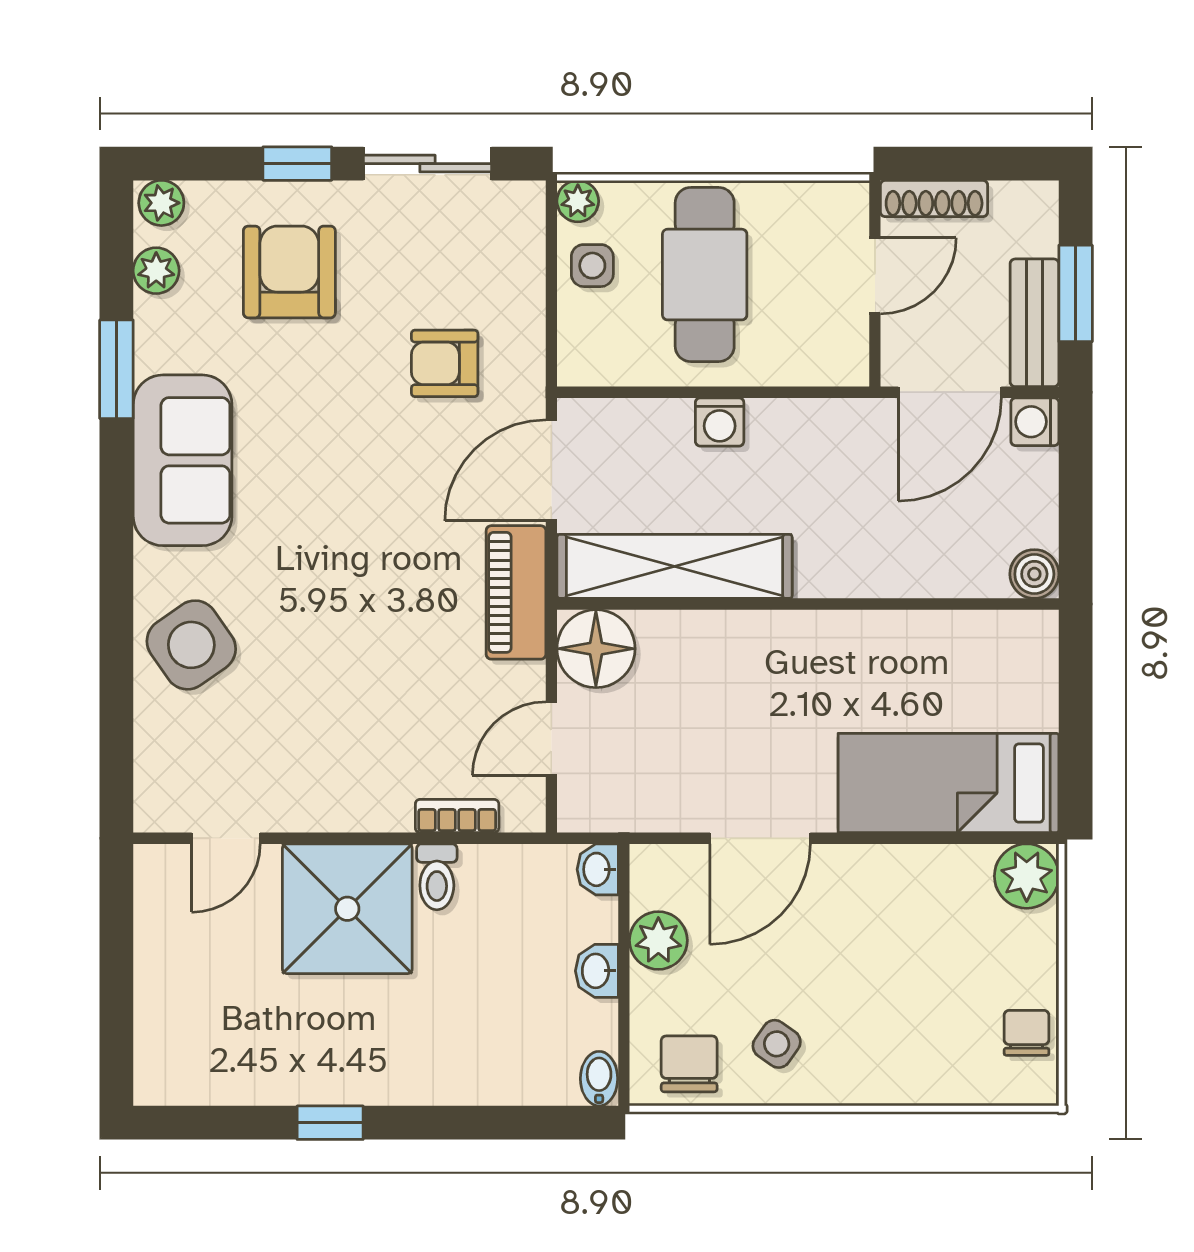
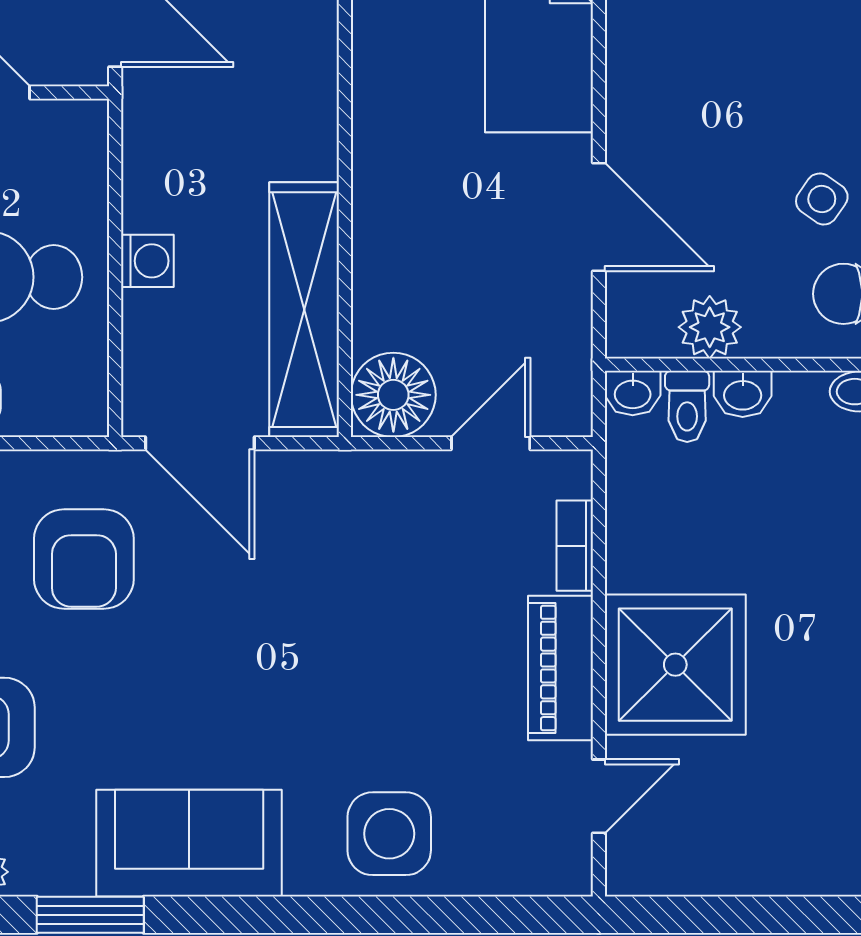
armchair: (445, 363) -> (84, 559), width x1.38, depth x1.38
piano: (516, 592) -> (560, 668), moved, turned 90
side table: (191, 645) -> (389, 834), turned 35
door: (551, 739) -> (491, 443), swing flipped
door: (226, 838) -> (599, 796), hinge flipped
toilet: (437, 877) -> (687, 406), moved, turned 90

